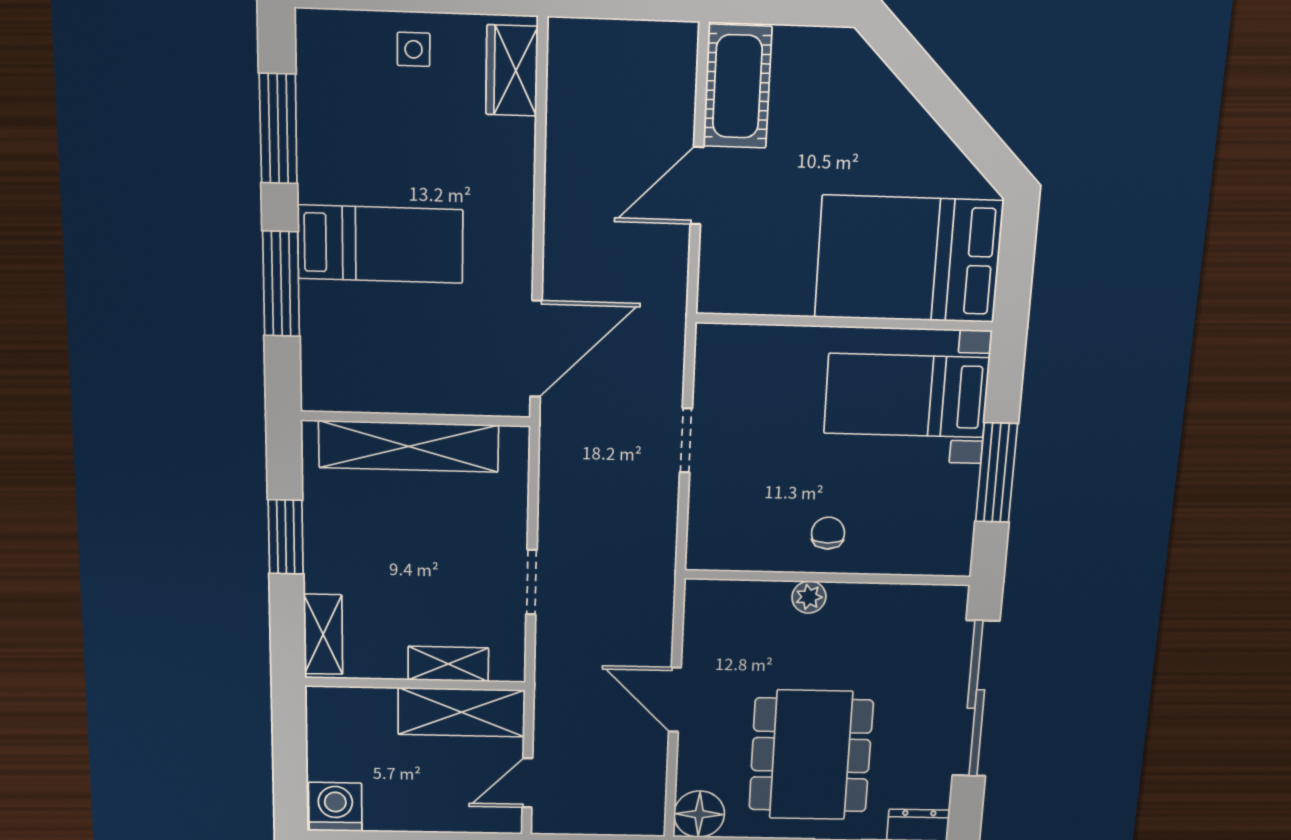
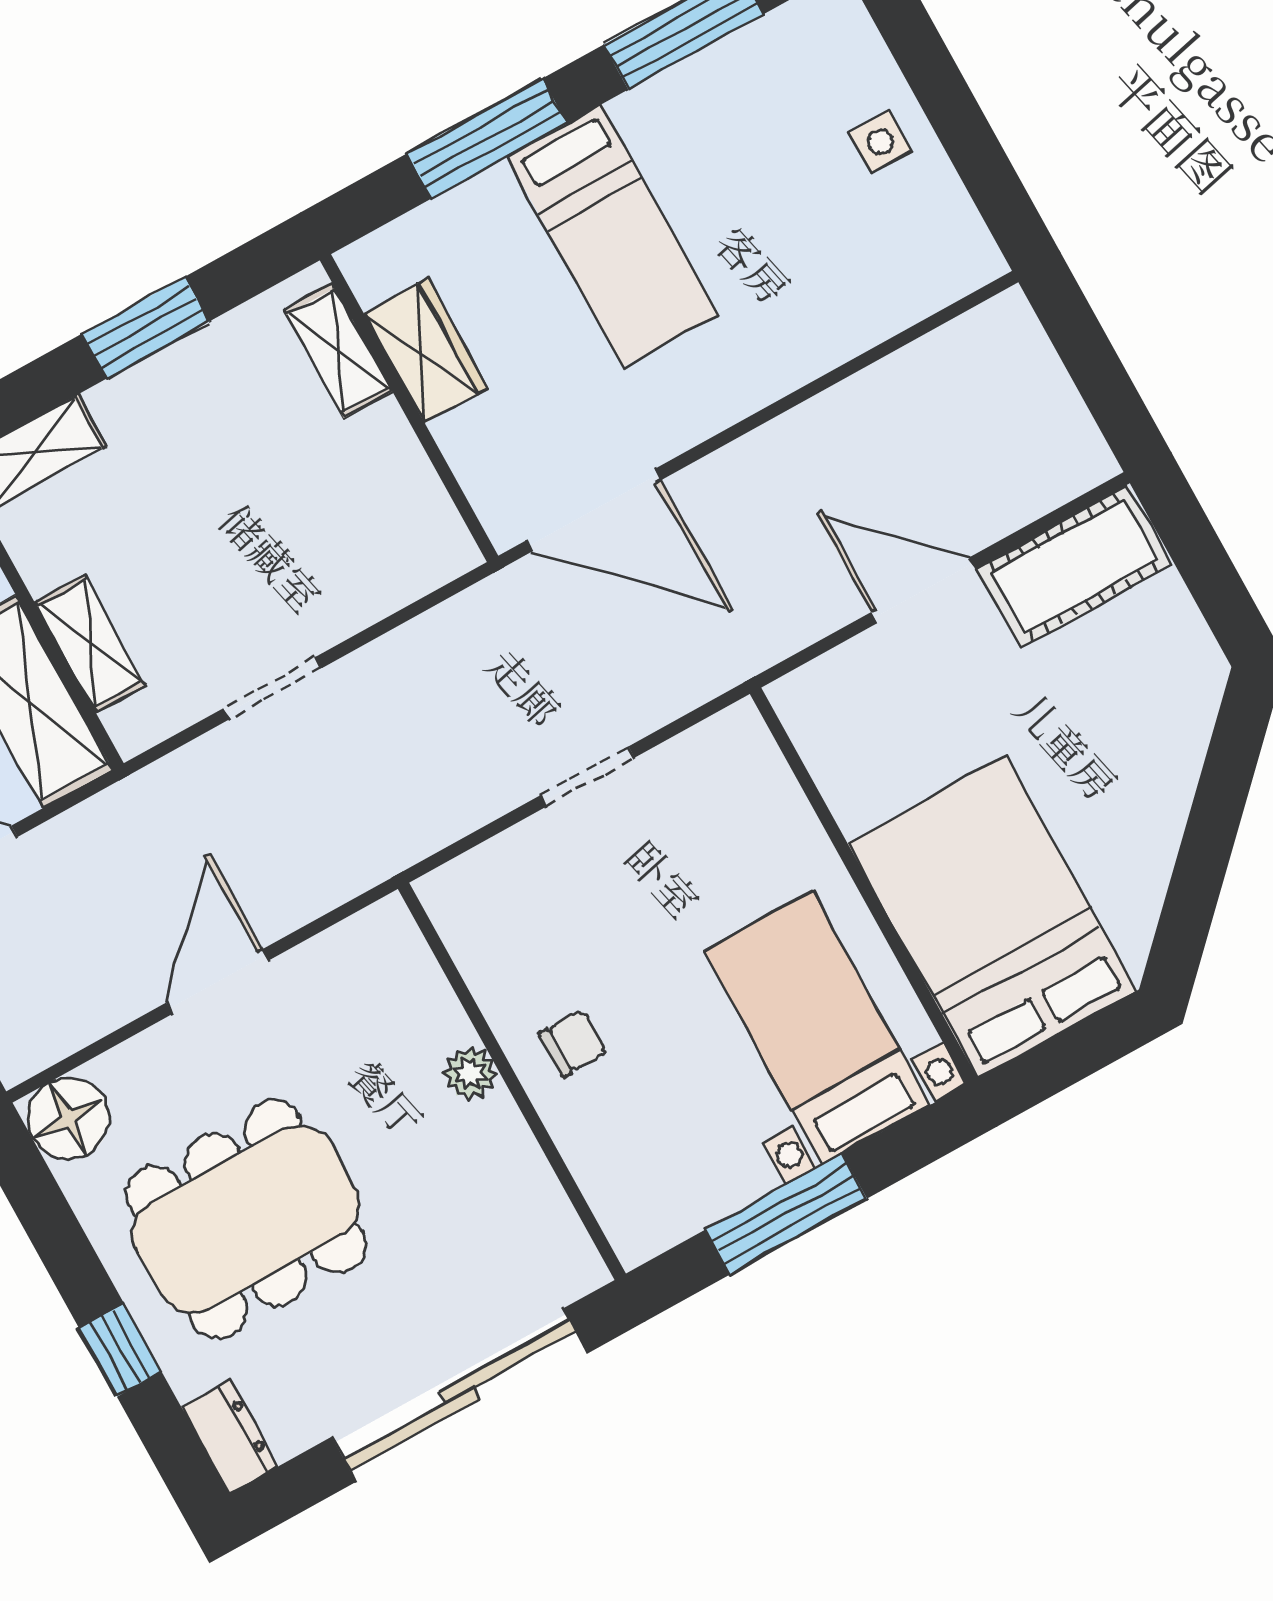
wardrobe: (512, 70) -> (426, 351), moved, turned 90
shelving: (409, 446) -> (338, 351), width x0.45, depth x0.75

